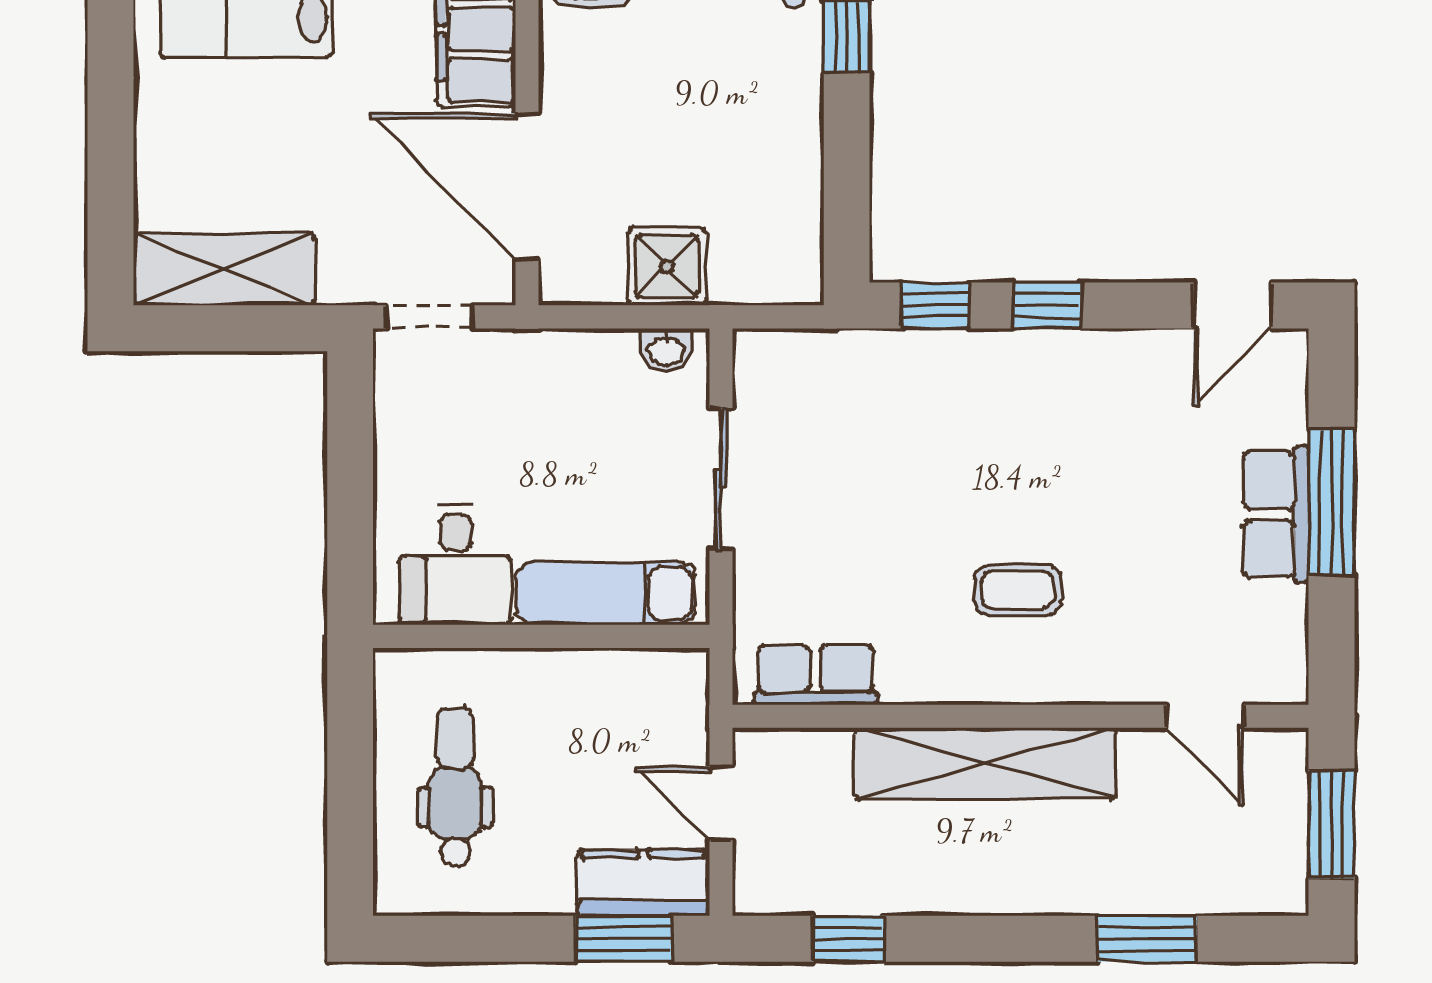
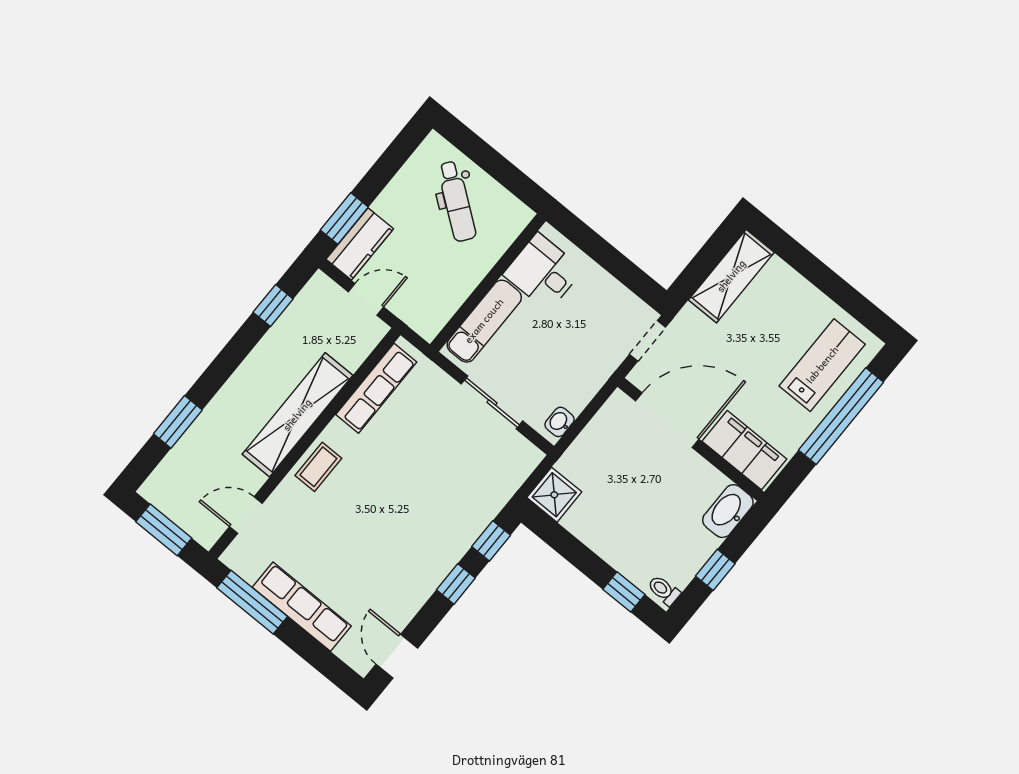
shower: (667, 266) -> (554, 495), moved
window: (1332, 502) -> (252, 602), moved
row of seats: (1276, 515) -> (302, 607), width x1.48
coffee table: (1018, 590) -> (318, 467), moved
row of seats: (815, 675) -> (376, 388), width x1.48
dental chair: (455, 787) -> (457, 201), turned 37

